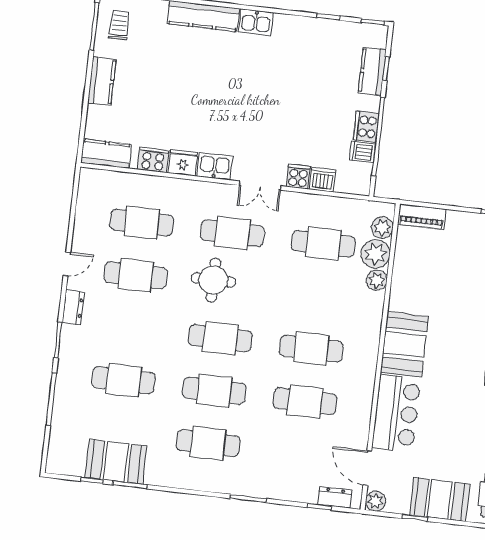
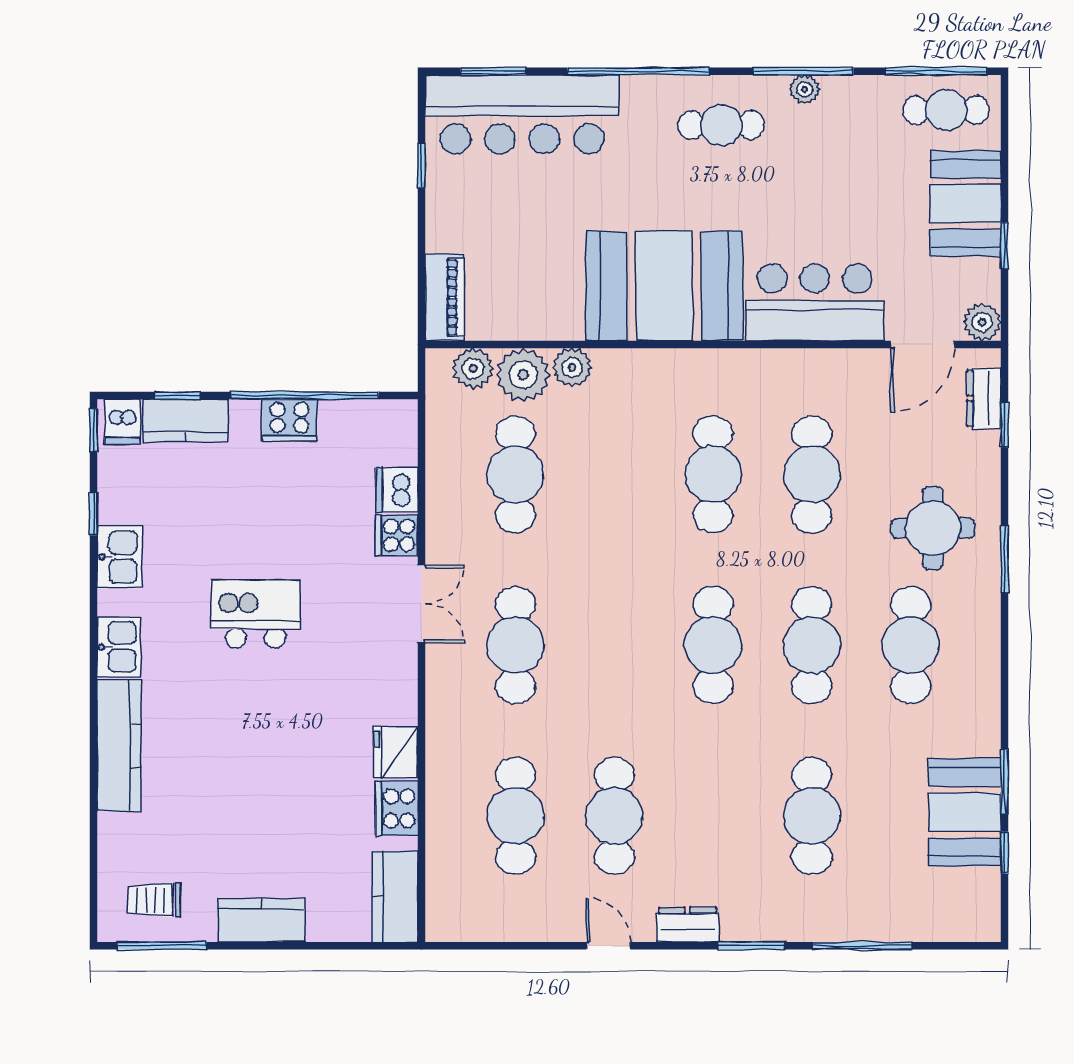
kitchen island: (265, 97) -> (255, 614), added
dishwasher: (362, 152) -> (122, 422), moved
kitchen sink: (215, 166) -> (120, 557), moved, turned 180
round table: (213, 280) -> (933, 528), moved
booth: (404, 344) -> (664, 286), width x1.36, depth x1.42

